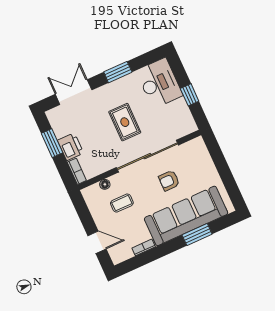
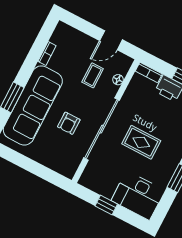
armchair: (169, 181) -> (69, 123), turned 180
door: (97, 242) -> (111, 40), moved

